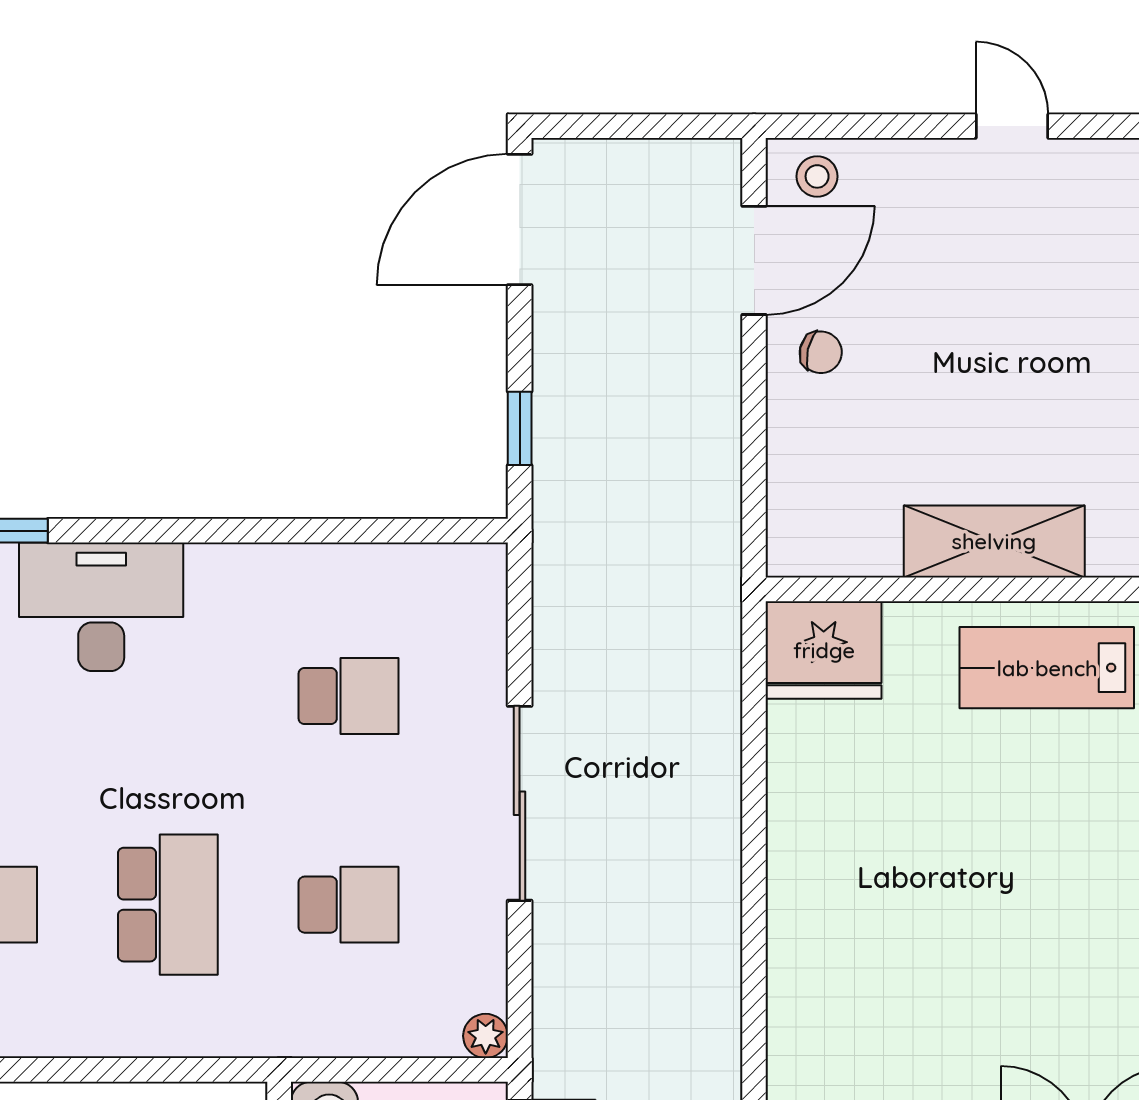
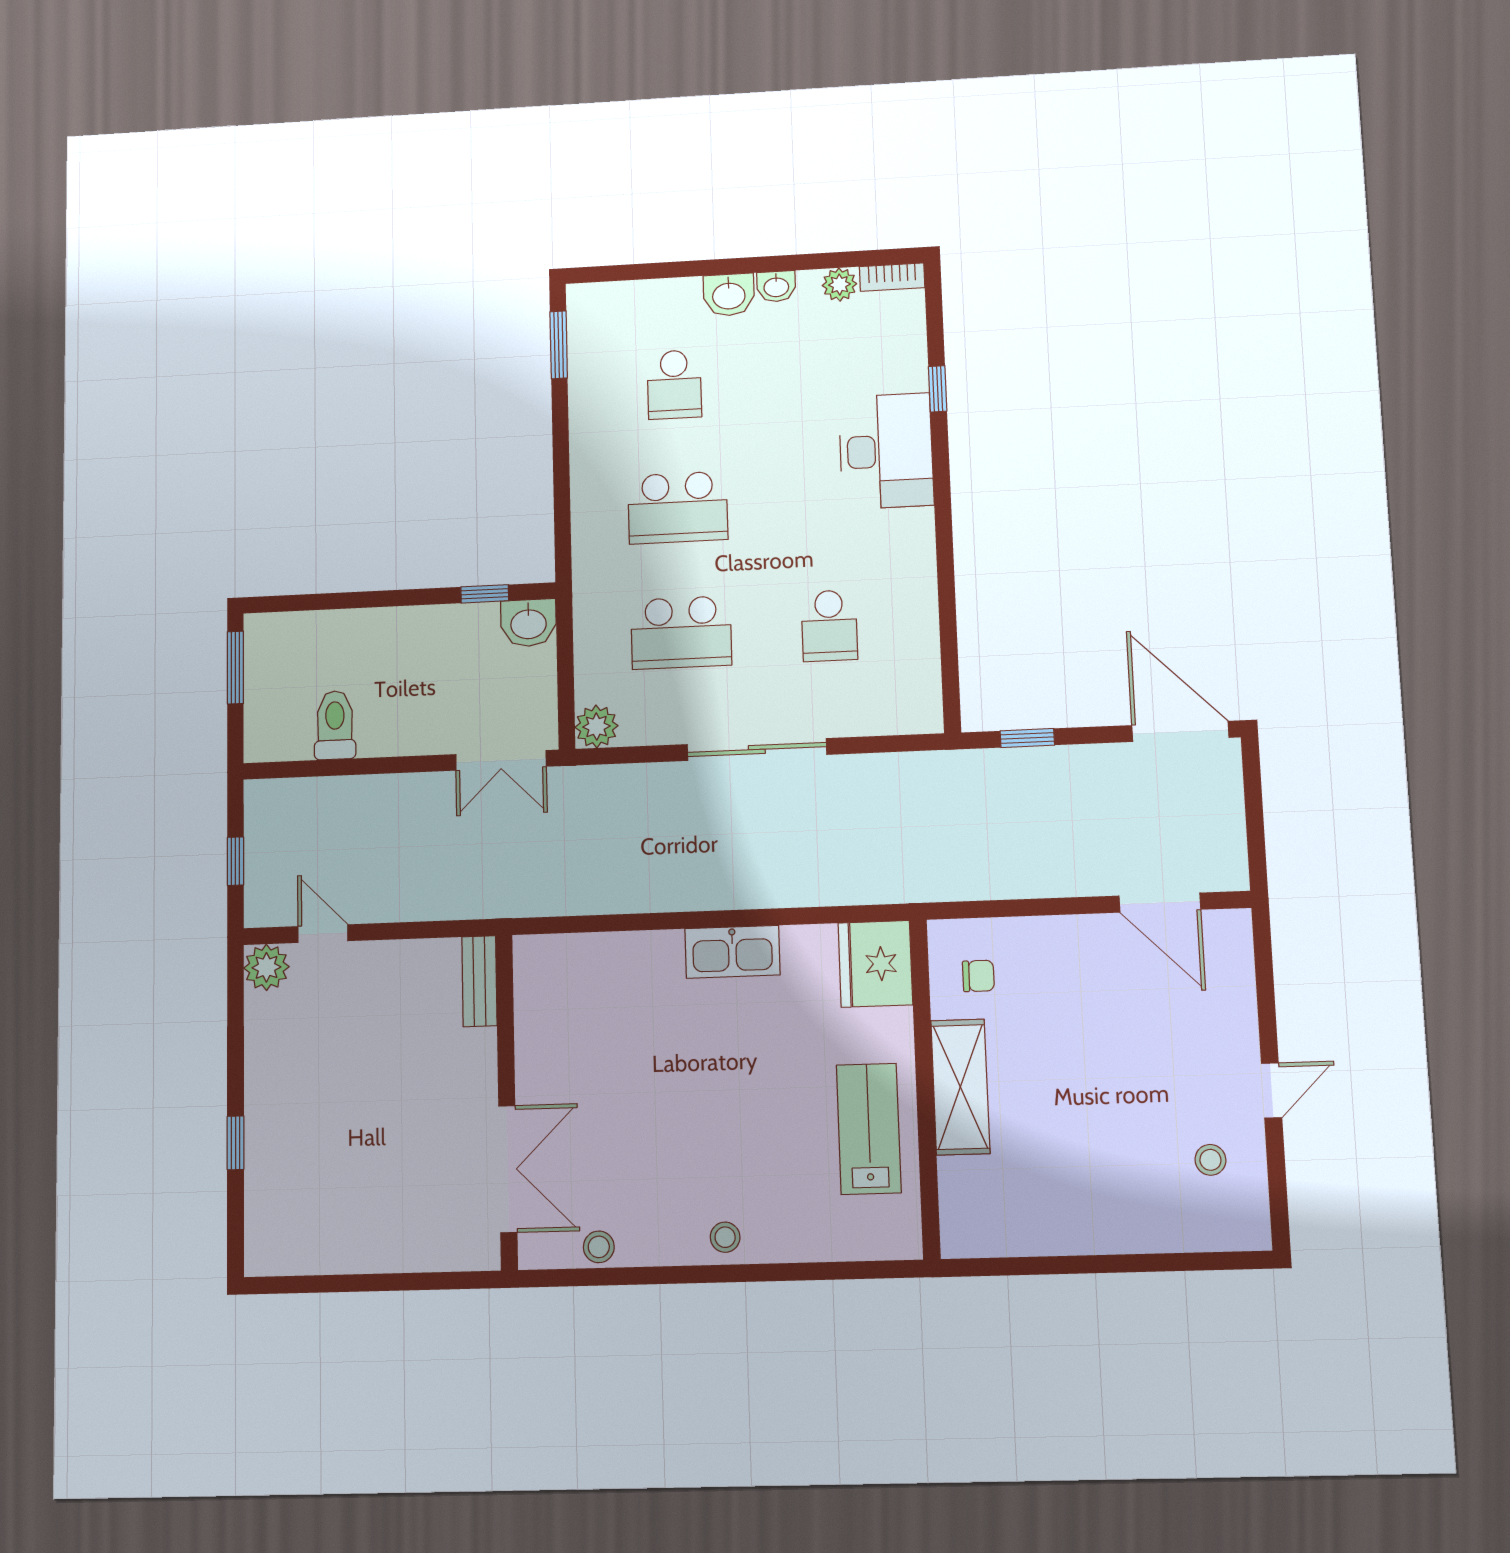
stool: (817, 176) -> (1210, 1160), moved
chair: (821, 352) -> (978, 976), moved, turned -103
kitchen sink: (800, 846) -> (732, 952), added
school desk: (349, 905) -> (681, 633), width x1.85
plant: (486, 1036) -> (596, 726), width x1.38, depth x1.38

